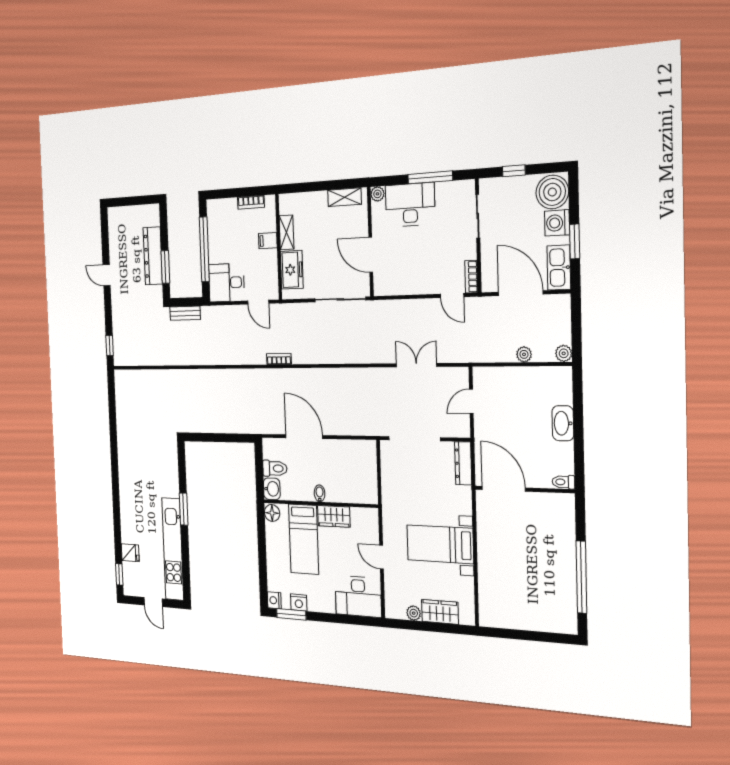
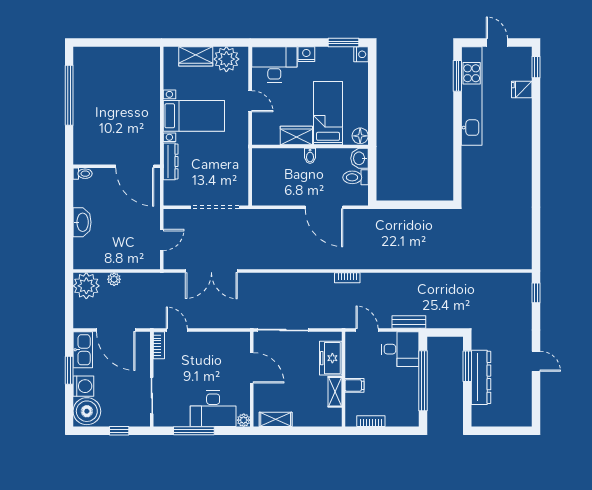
bench: (185, 313) -> (409, 322), moved
plant: (564, 353) -> (86, 286), width x1.88, depth x1.88
double door: (416, 365) -> (211, 271), width x1.37
dresser: (463, 463) -> (171, 161), moved
window: (184, 509) -> (457, 76), moved
nightstand: (299, 602) -> (306, 54), moved
plant: (414, 613) -> (226, 59), width x1.88, depth x1.88

